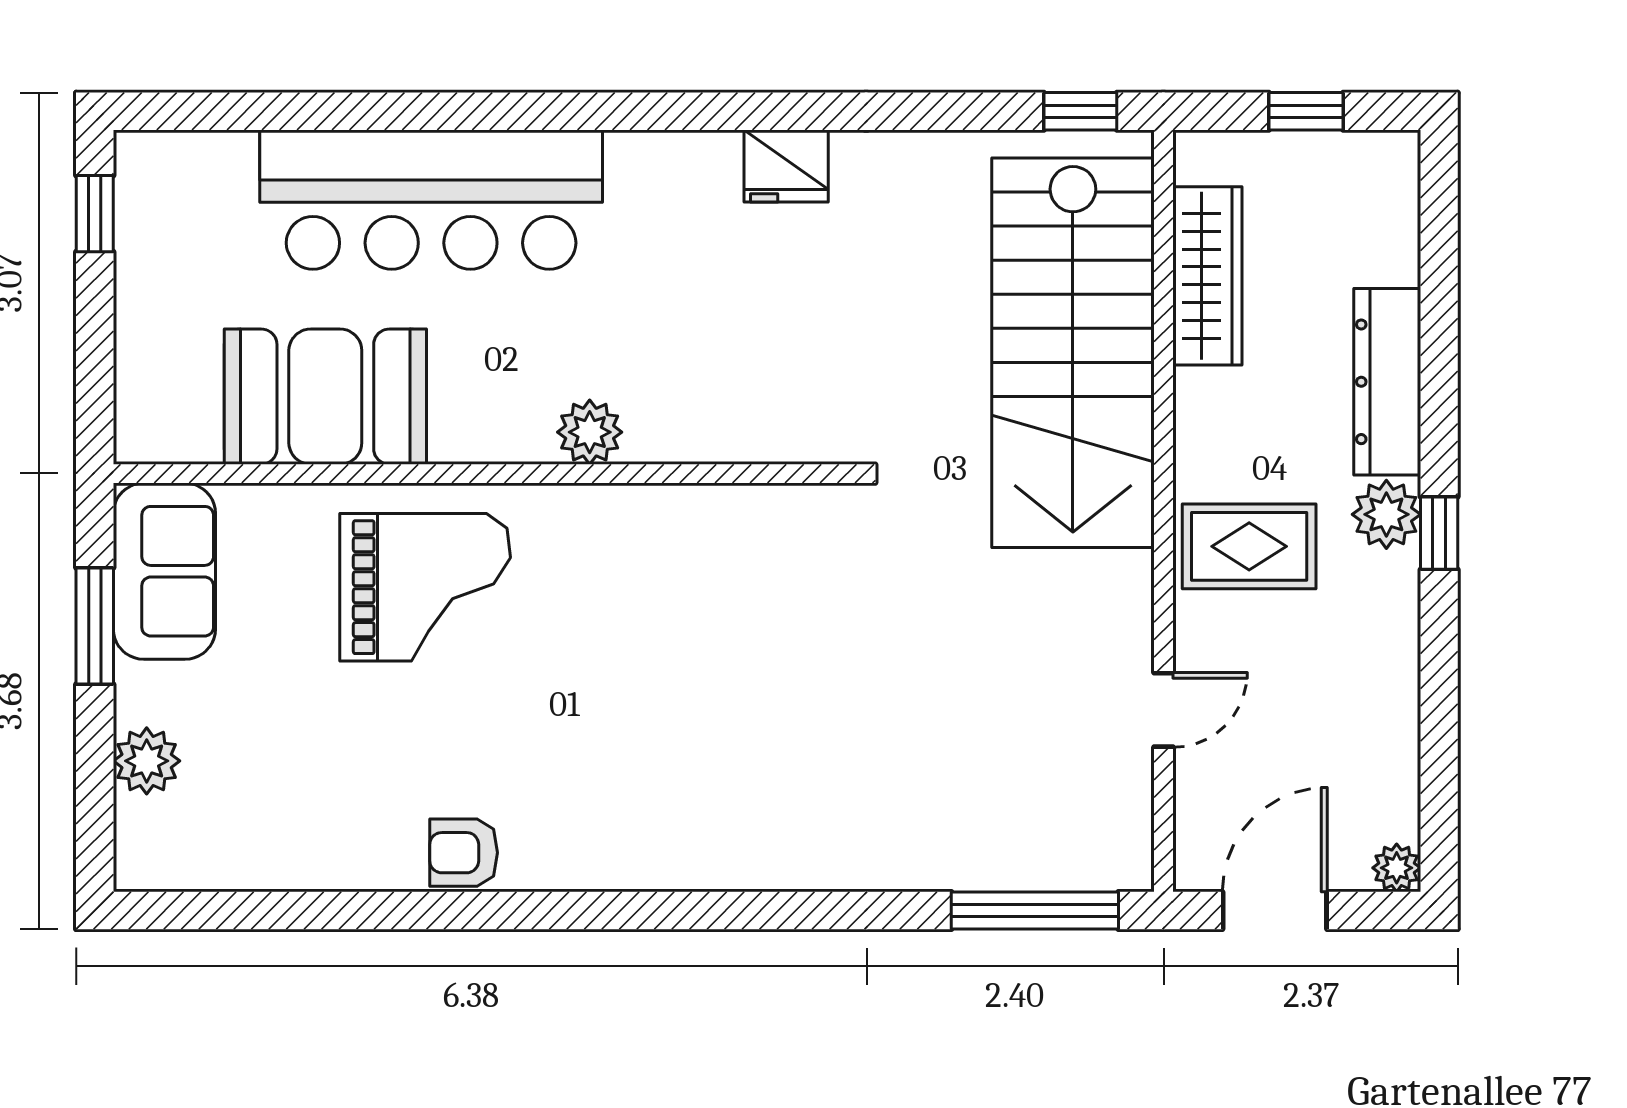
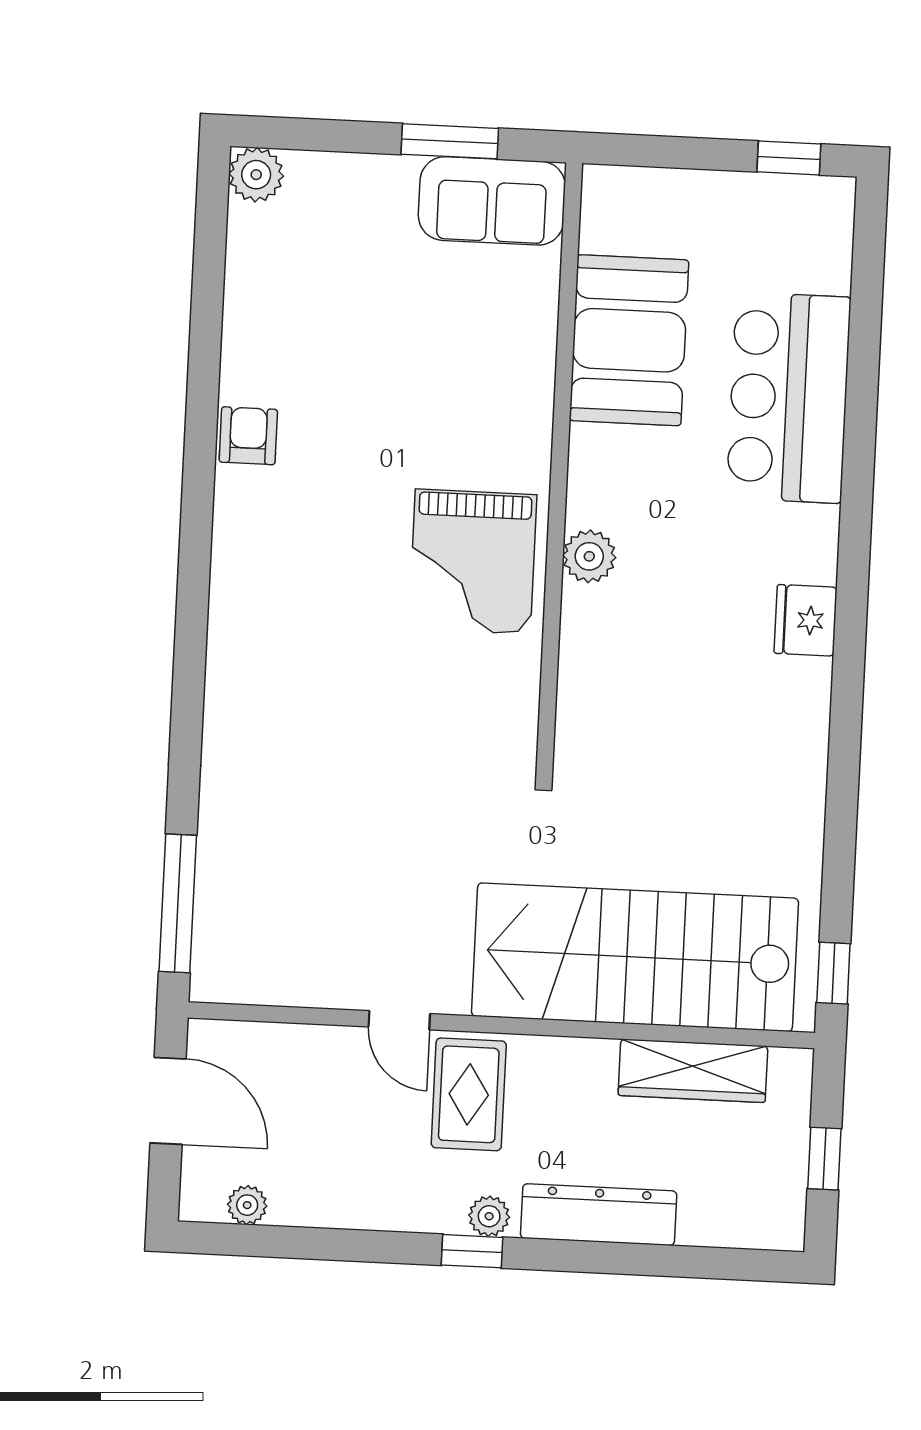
fridge: (786, 166) -> (806, 620), moved
bar counter: (431, 200) -> (789, 398), width x0.73
plant: (1386, 514) -> (489, 1216), width x0.73, depth x0.73
grand piano: (425, 587) -> (473, 562), moved
door: (1163, 710) -> (399, 1020), moved
plant: (147, 761) -> (256, 175), moved
plant: (1397, 868) -> (247, 1205), moved

